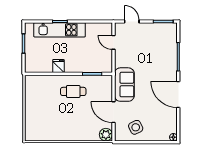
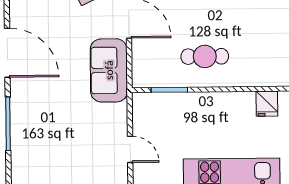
fridge: (58, 66) -> (267, 104), moved

